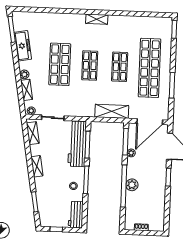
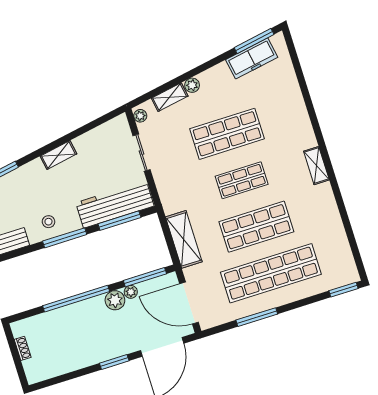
freezer: (23, 46) -> (252, 58), moved
shop shelf: (120, 67) -> (256, 227), width x1.43, depth x1.36
shelving: (33, 133) -> (107, 130), removed
plant: (132, 185) -> (115, 300), moved

